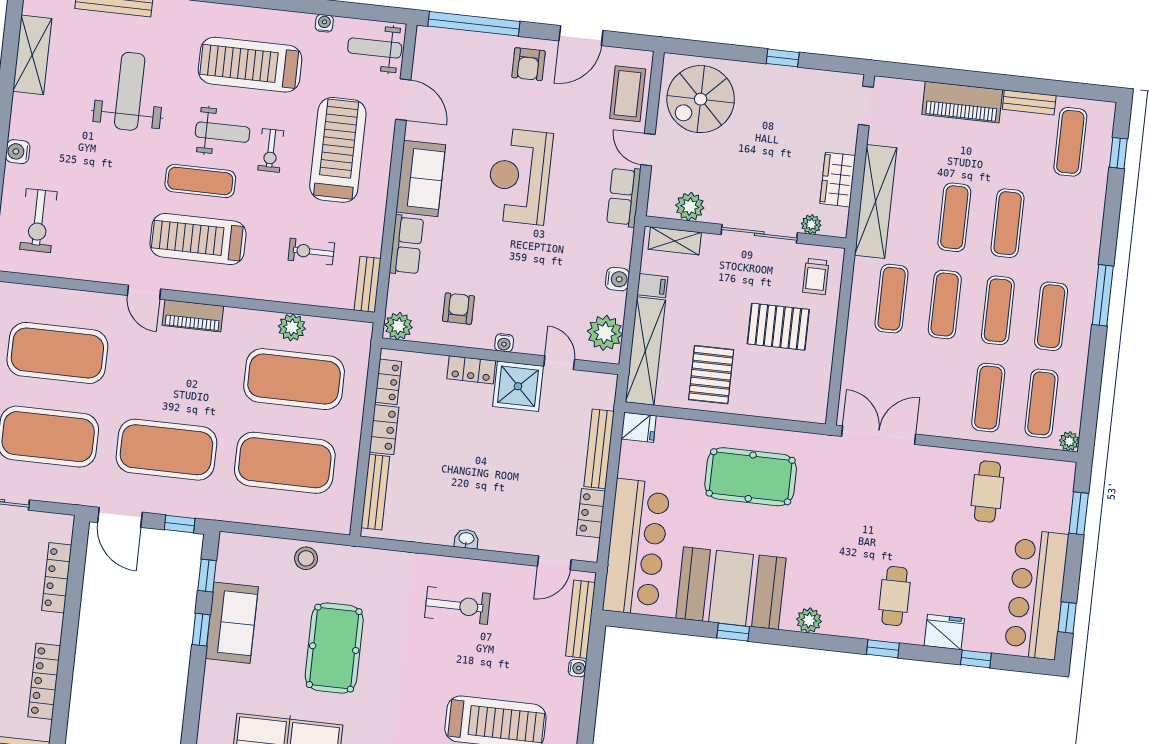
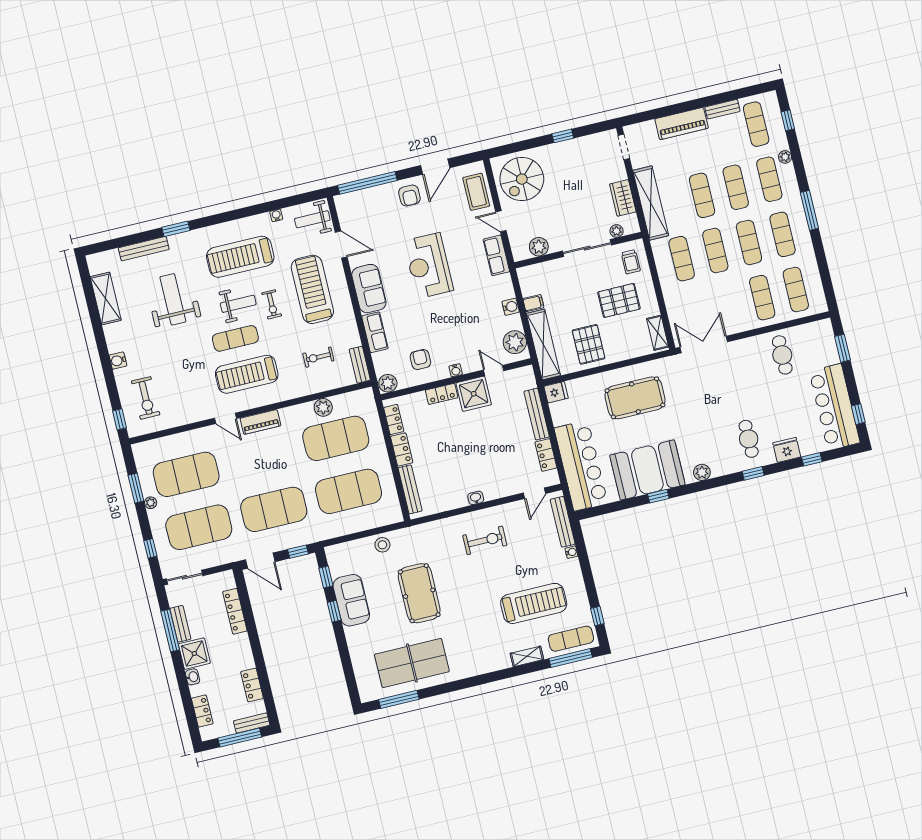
exercise mat: (1061, 229) -> (769, 179), added
shelving: (675, 241) -> (658, 333), moved, turned 90
plant: (1069, 441) -> (785, 157), moved
locker: (44, 681) -> (252, 685), width x0.66

